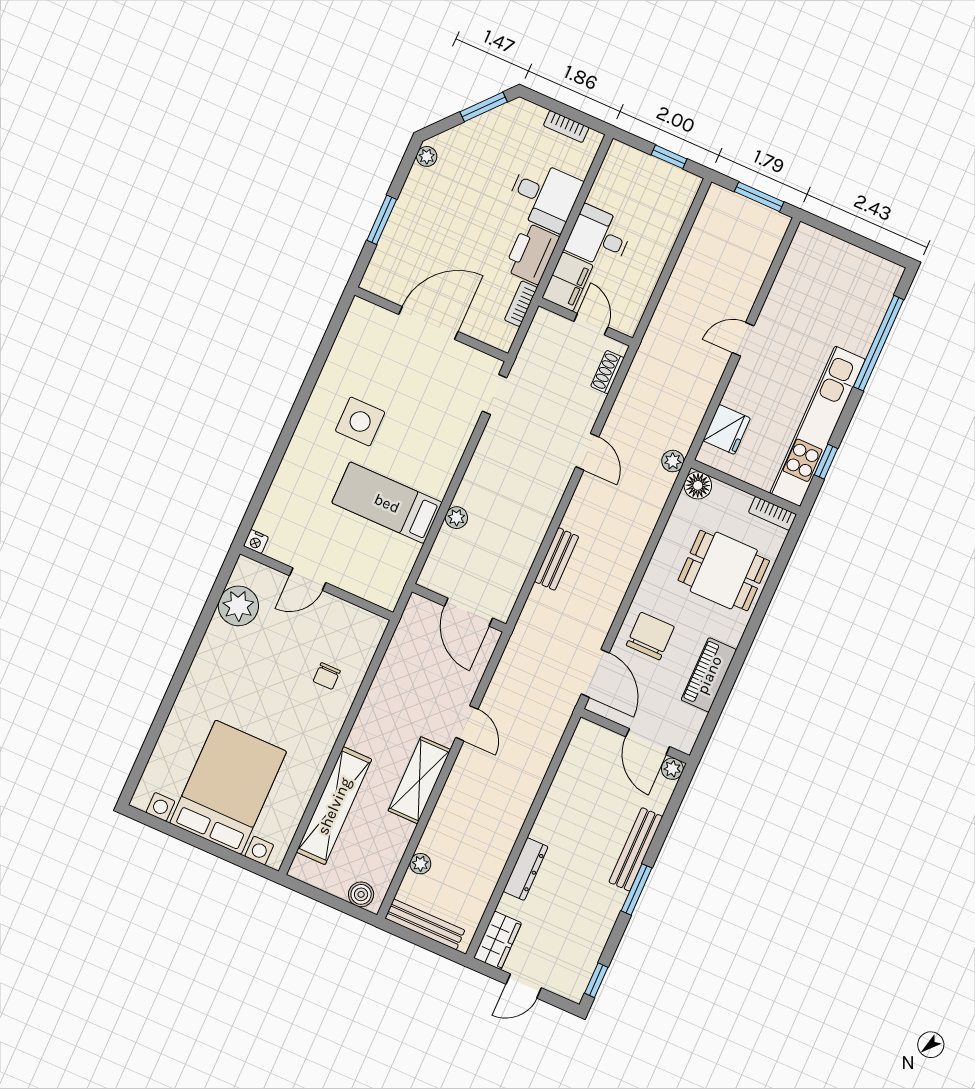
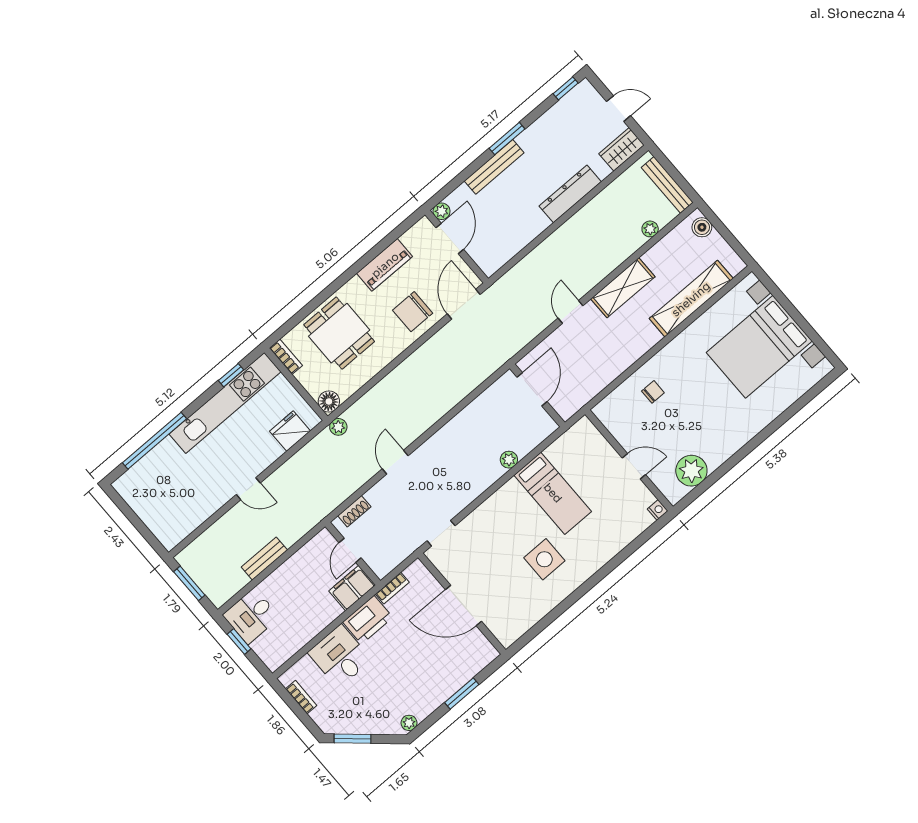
desk: (599, 237) -> (251, 616), moved, turned 90
bench: (556, 559) -> (264, 559), moved
dresser: (526, 869) -> (570, 194), width x1.37, depth x1.24

